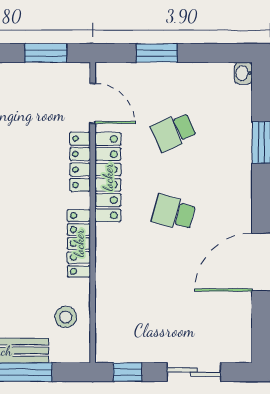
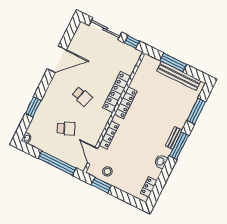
window: (157, 53) -> (57, 163), width x2.11
locker: (108, 177) -> (117, 92), moved
stool: (66, 317) -> (107, 171), moved
sliding door: (194, 372) -> (105, 29), width x1.37

